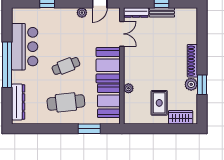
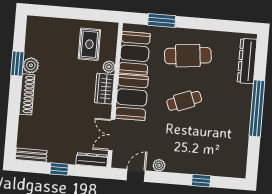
bench: (162, 12) -> (31, 155), moved
bar counter: (25, 47) -> (233, 129), removed
rug: (159, 103) -> (89, 44), moved
wardrobe: (181, 117) -> (104, 89), moved, turned 90

